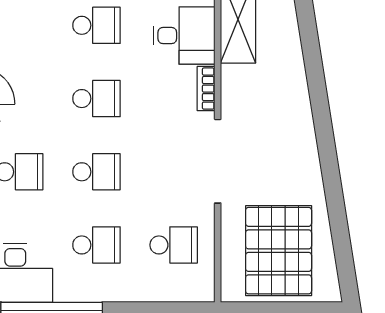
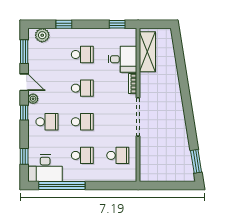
pallet: (279, 251) -> (166, 158), removed
window: (344, 258) -> (196, 161), added

